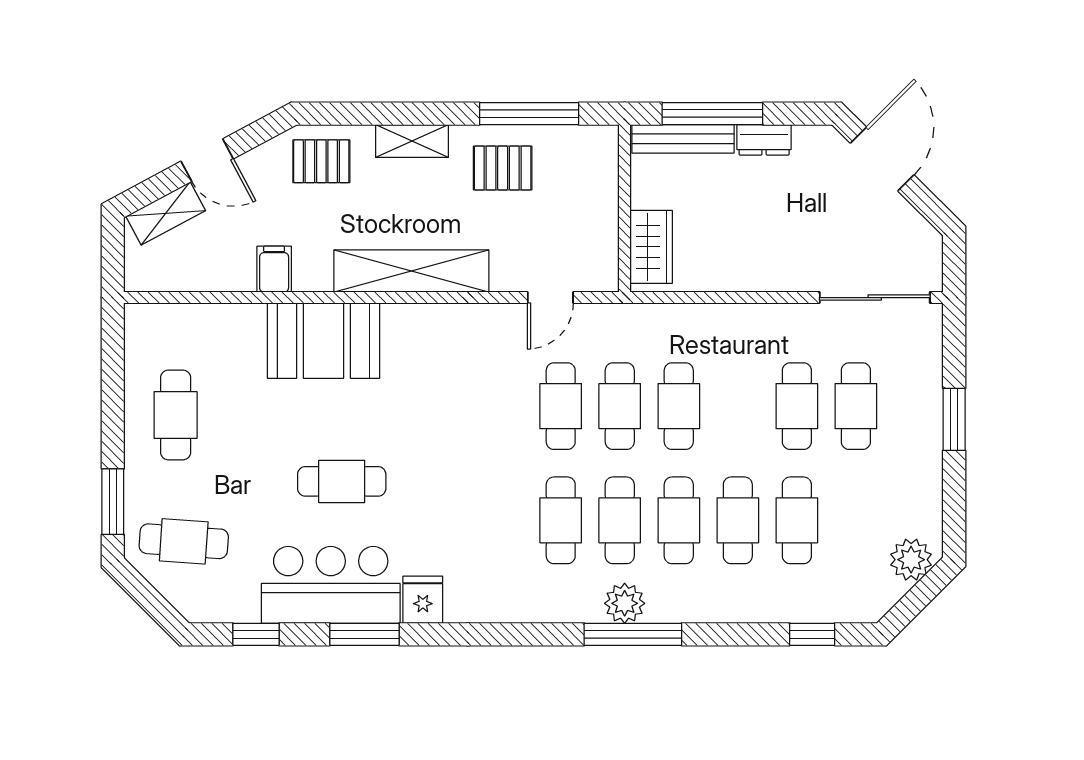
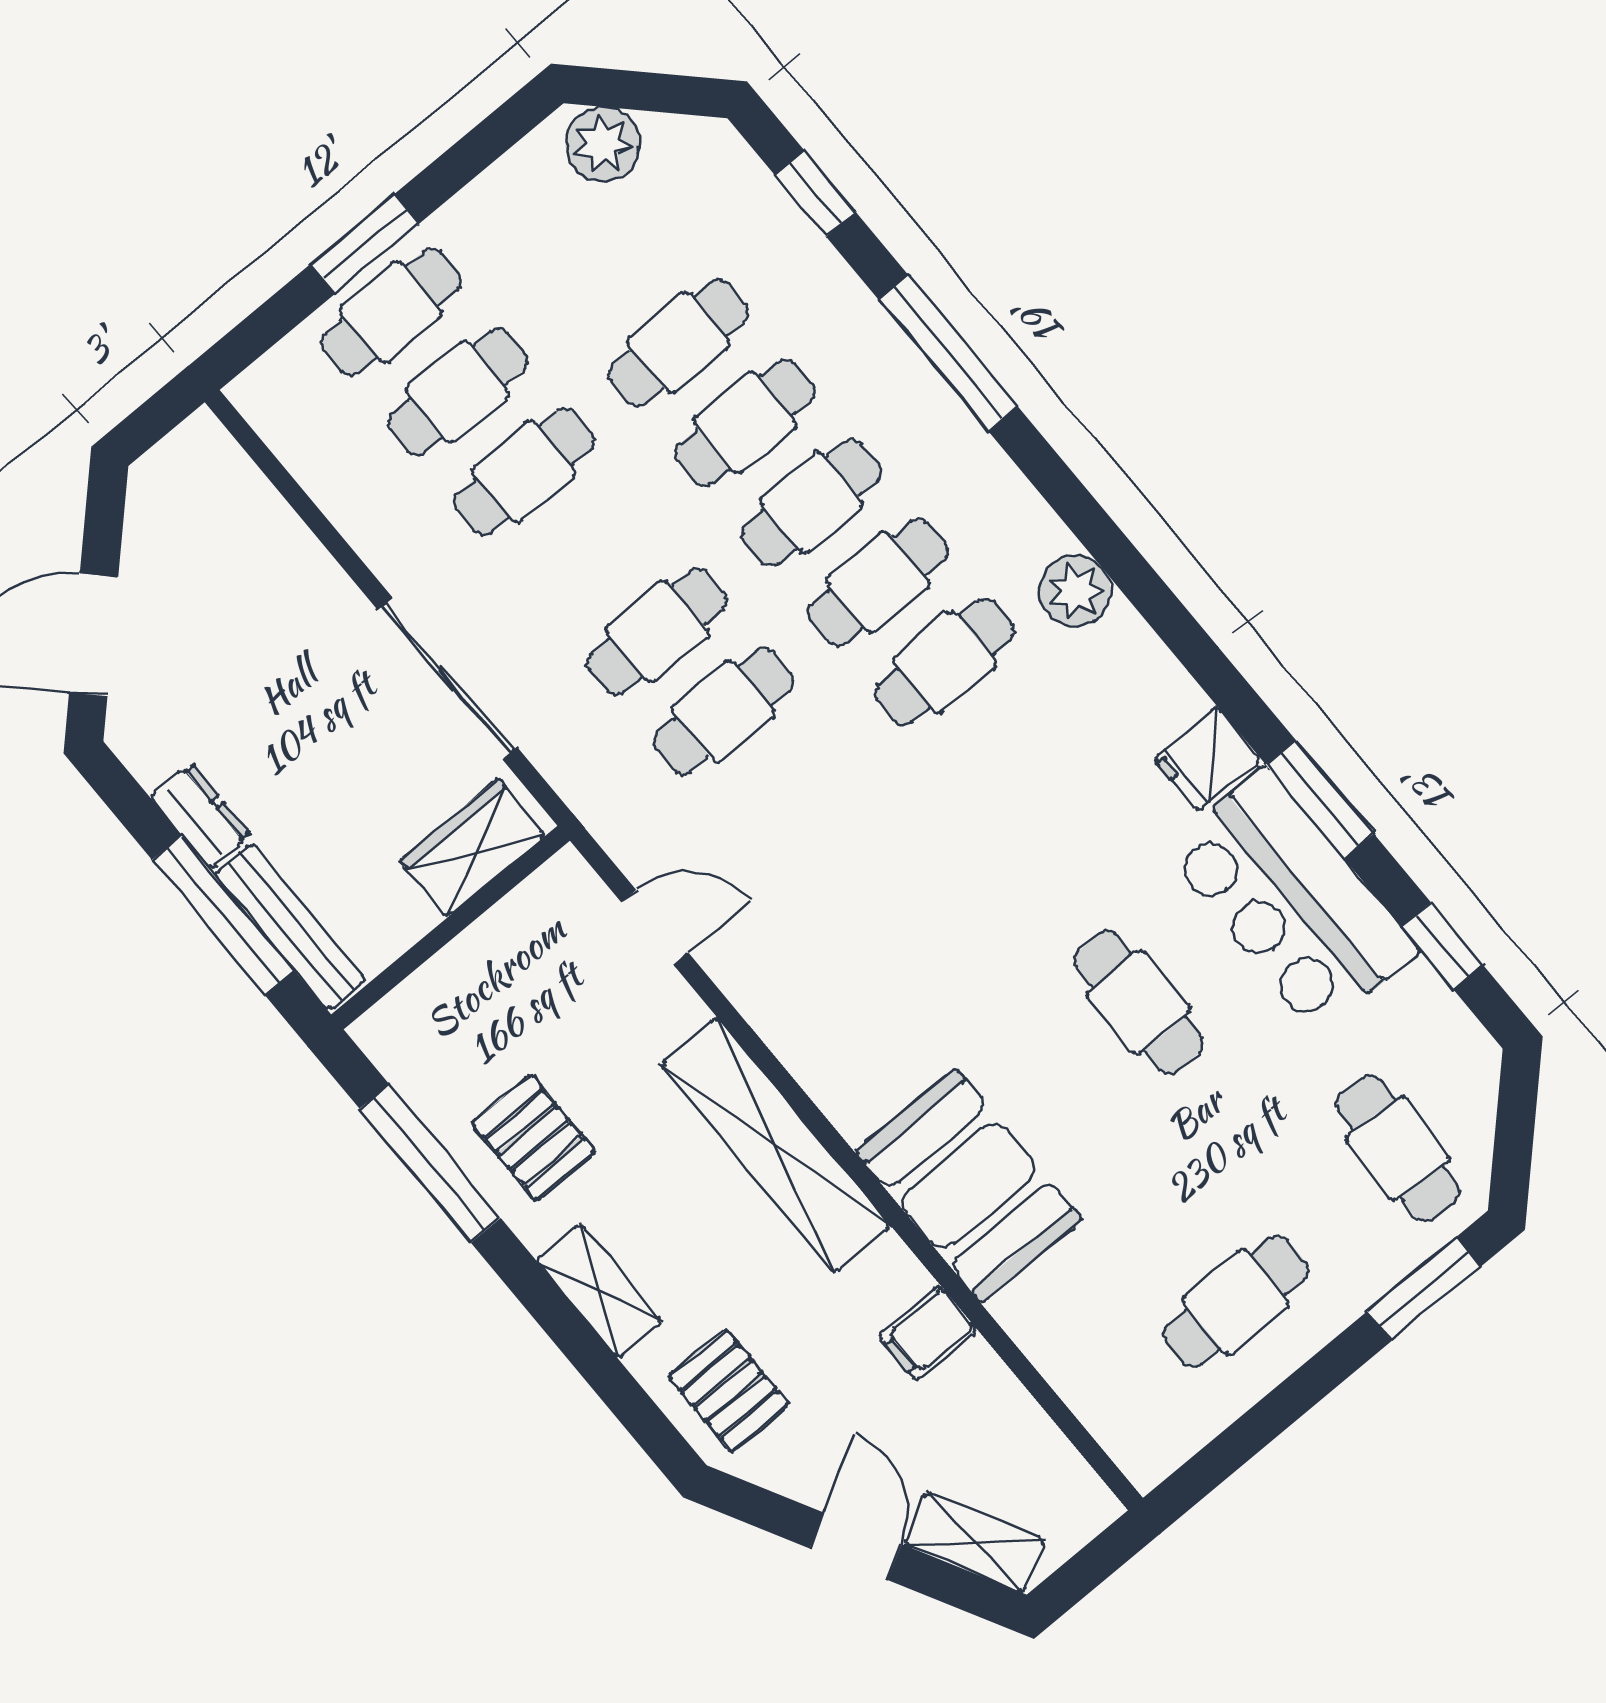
sliding door: (875, 298) -> (448, 679), moved
cafe table: (561, 406) -> (391, 312), moved
plant: (625, 603) -> (1075, 591), moved
window: (633, 634) -> (948, 353), moved

